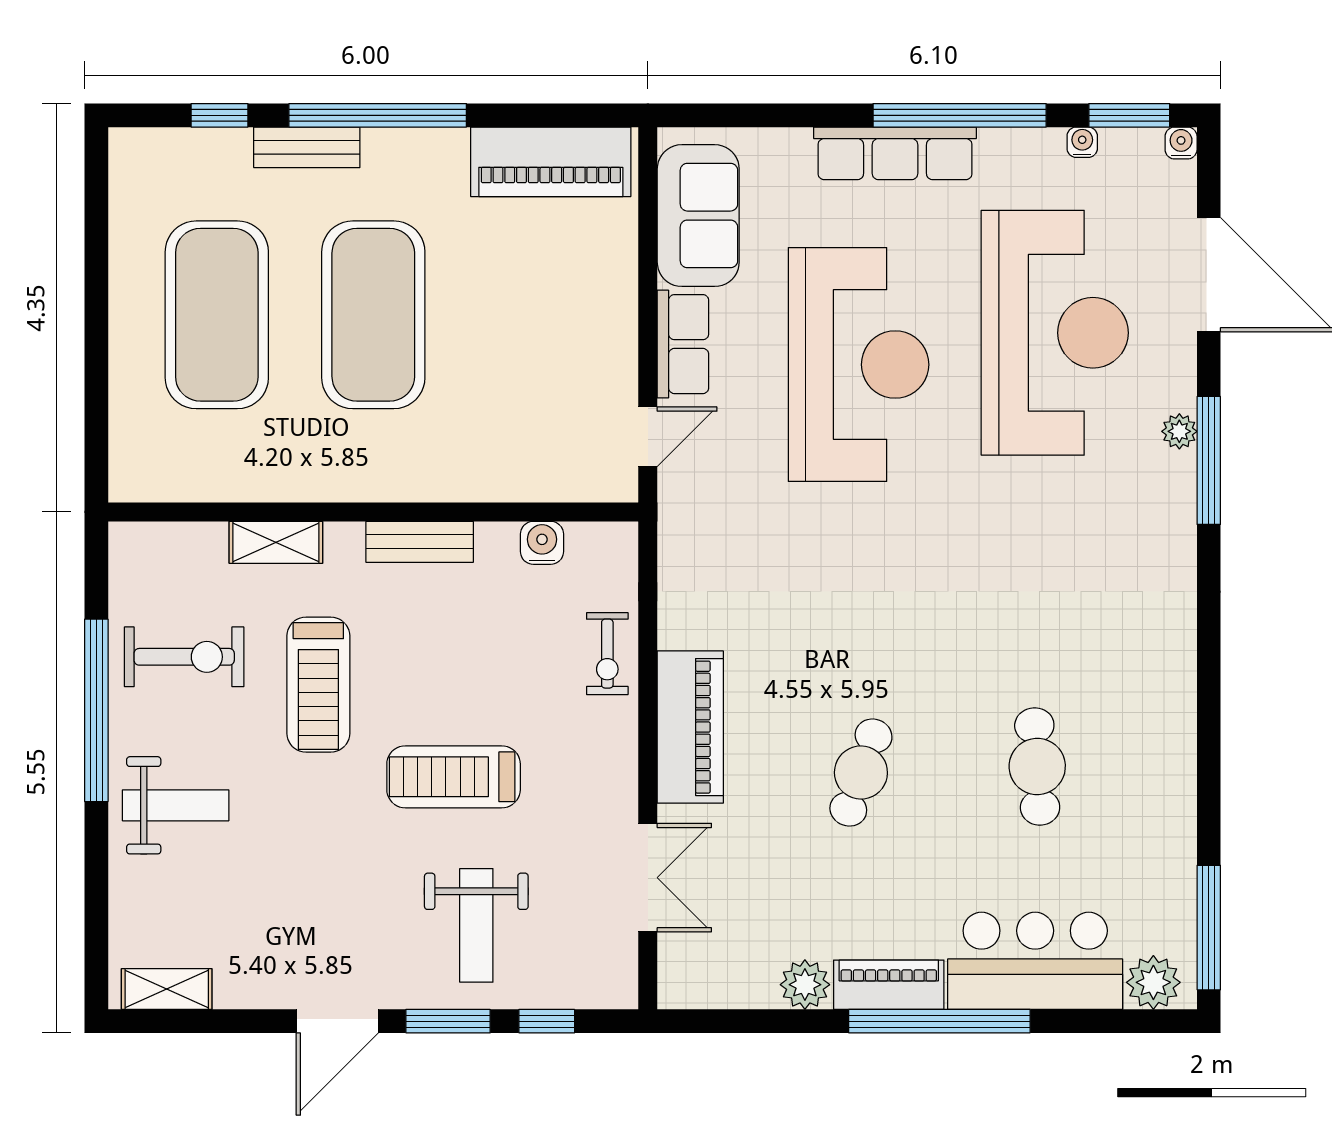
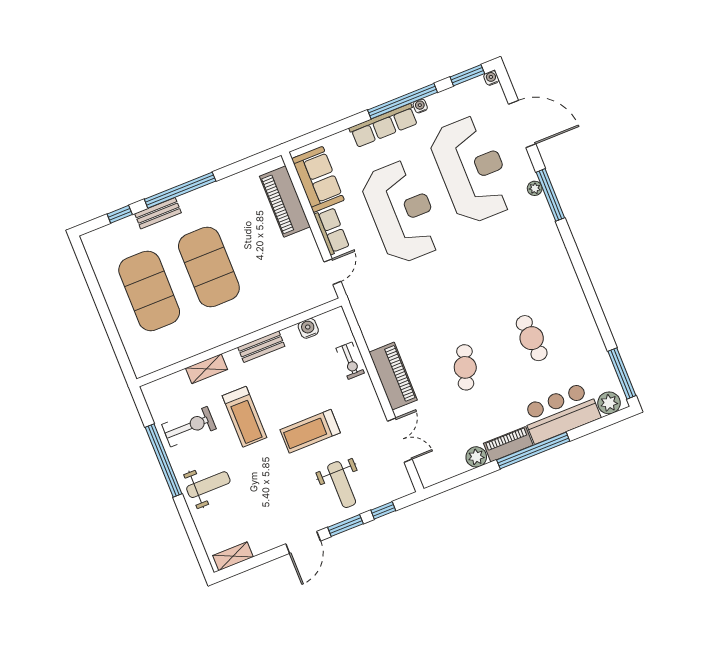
water cooler: (1082, 142) -> (420, 106), moved
piano: (551, 162) -> (285, 202), moved, turned 90

